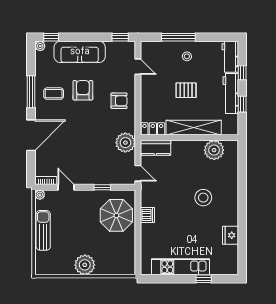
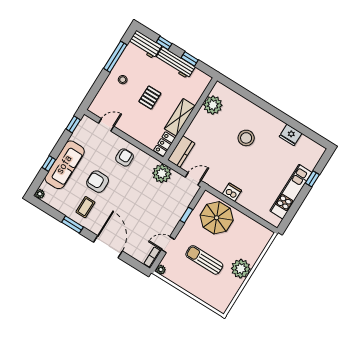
window: (51, 37) -> (49, 163), moved
window: (178, 37) -> (115, 57), moved
window: (31, 92) -> (72, 225), width x0.69
shelving: (194, 128) -> (180, 117), width x0.68
sun lounger: (43, 230) -> (204, 260), moved

